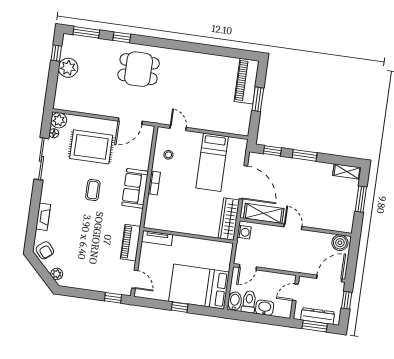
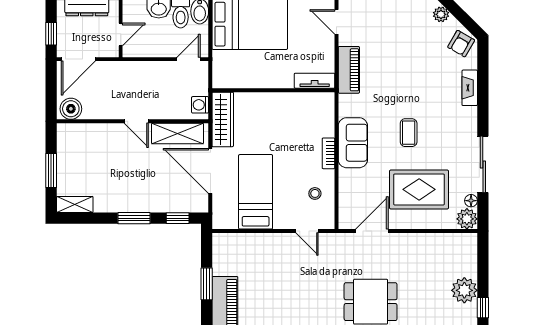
armchair: (45, 250) -> (461, 44), turned -111

